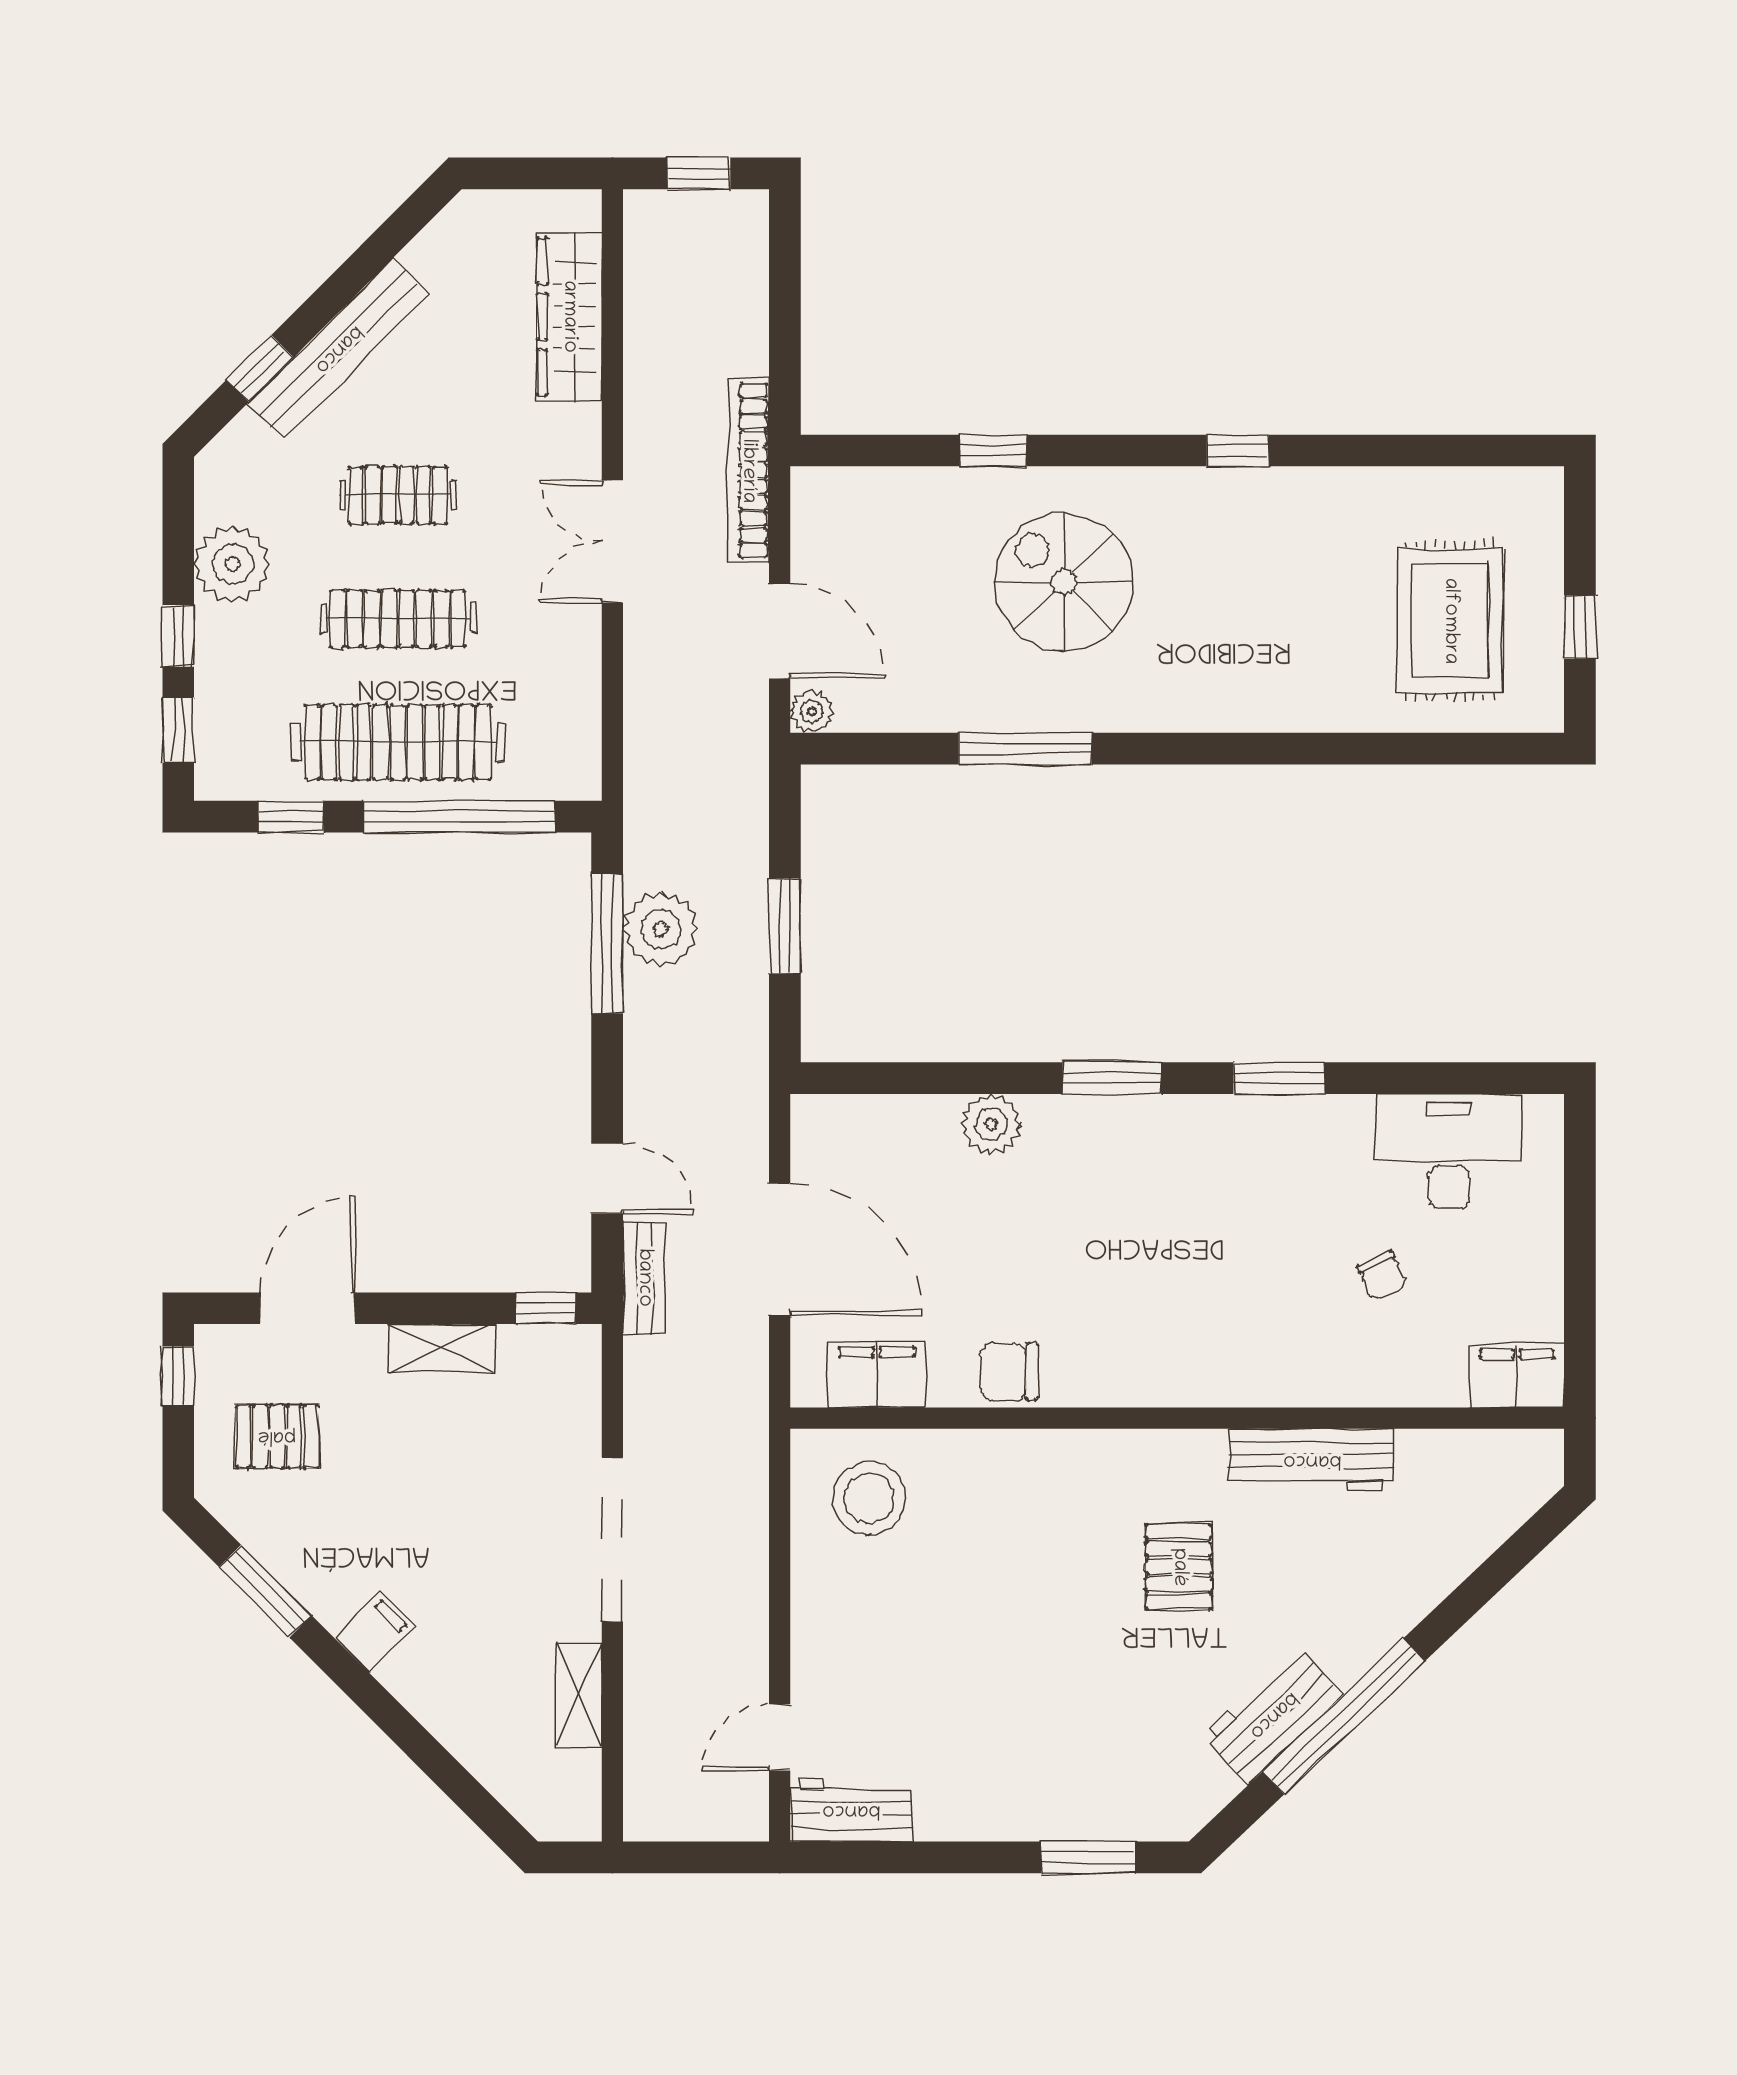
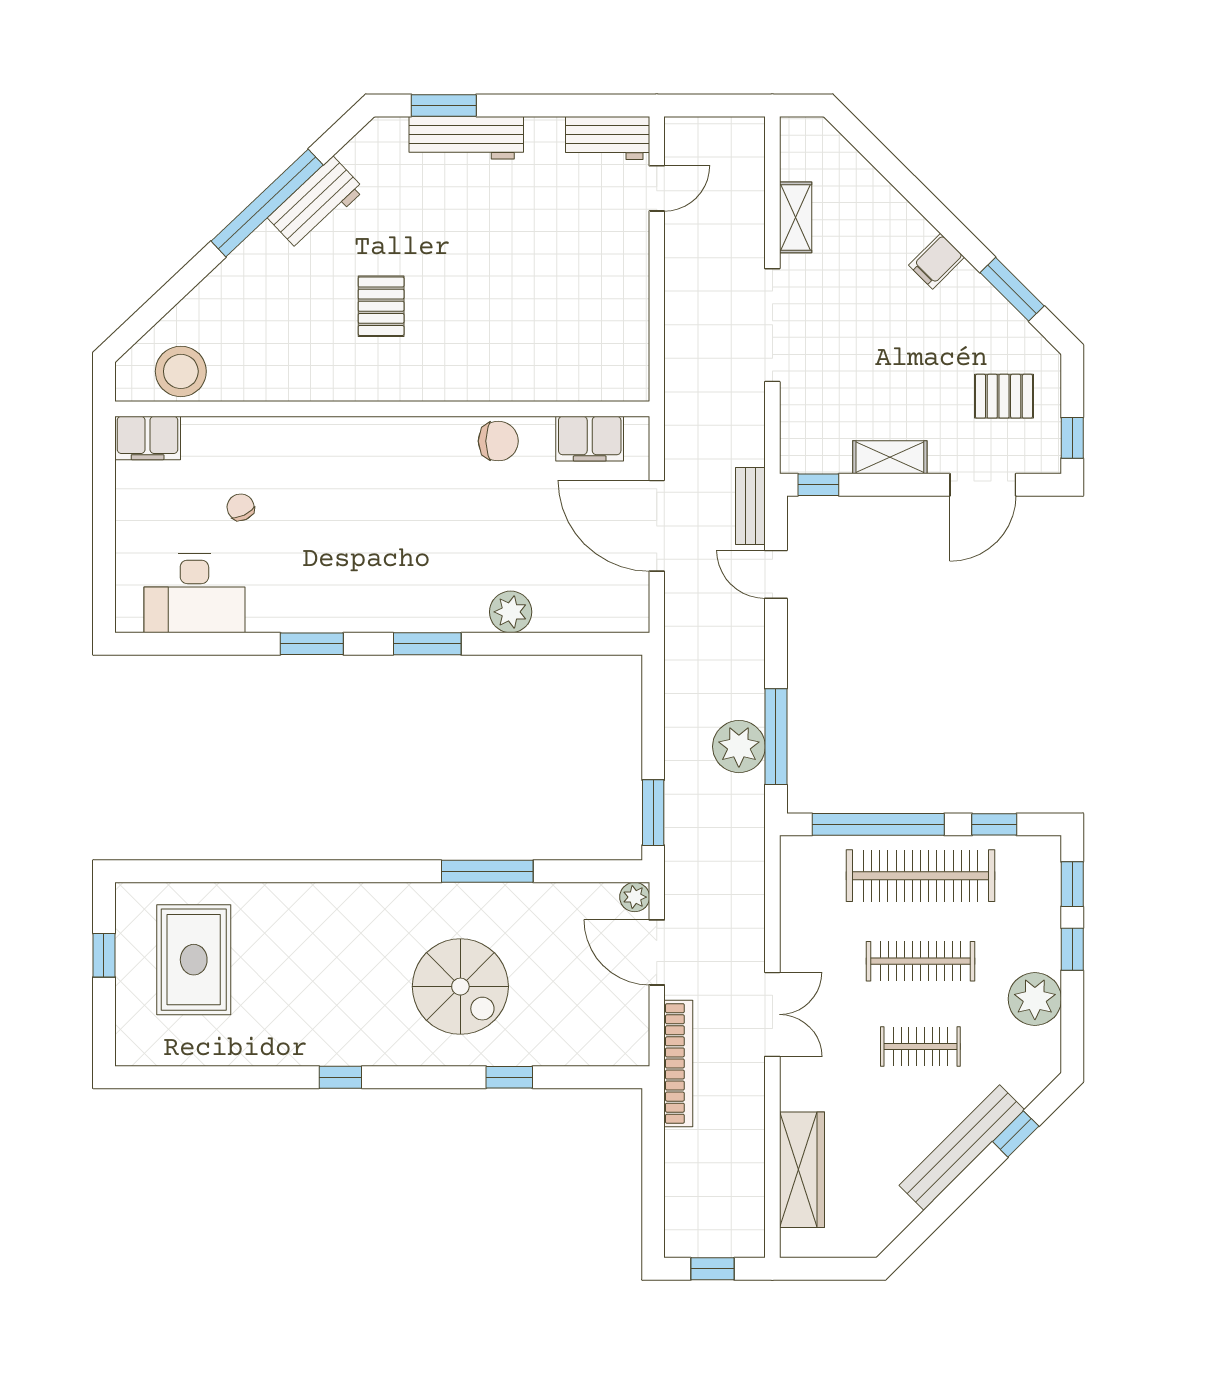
window: (785, 926) -> (653, 813), moved
workbench: (1312, 1460) -> (466, 138), moved, turned 180
stool: (869, 1498) -> (181, 371), moved

